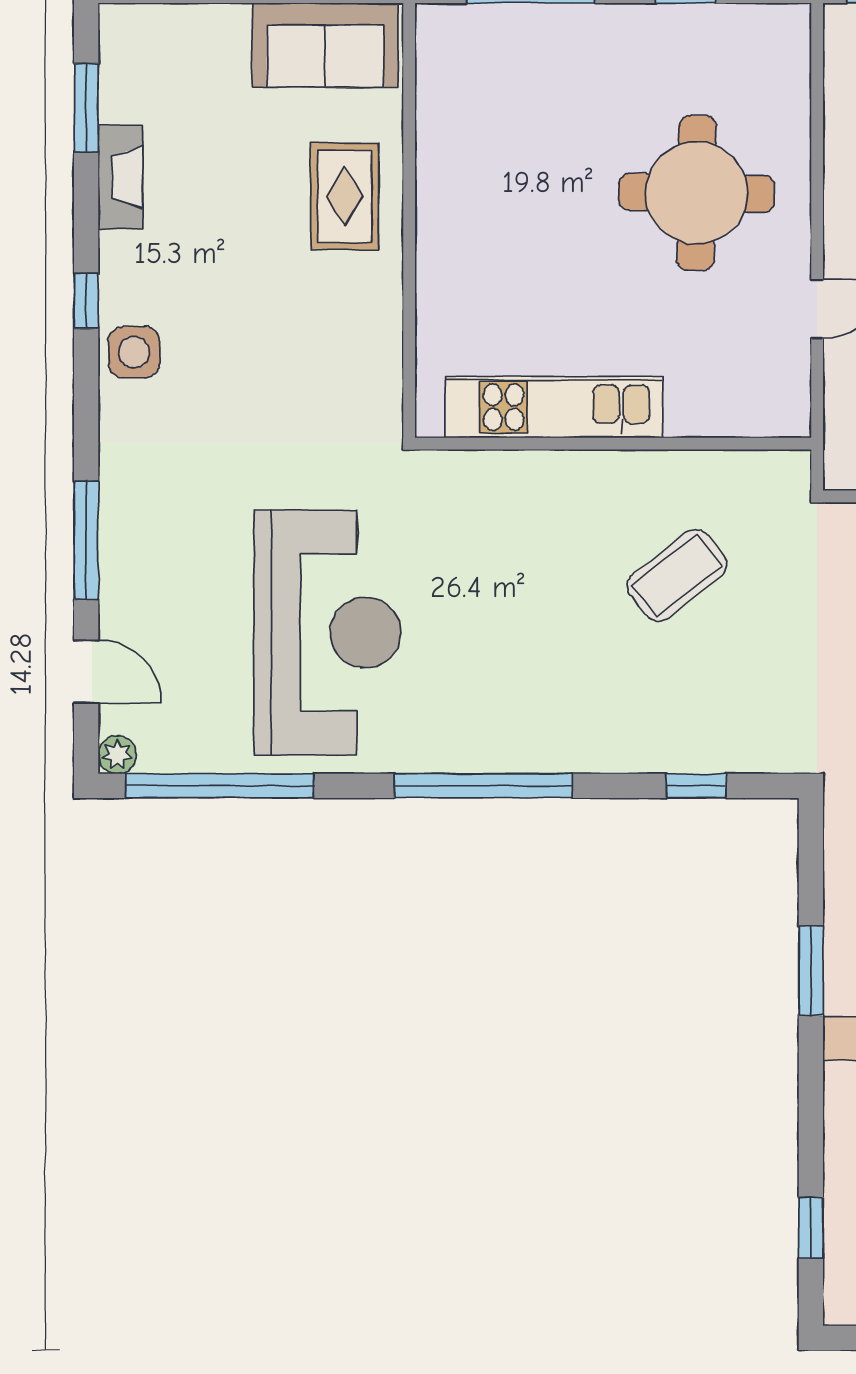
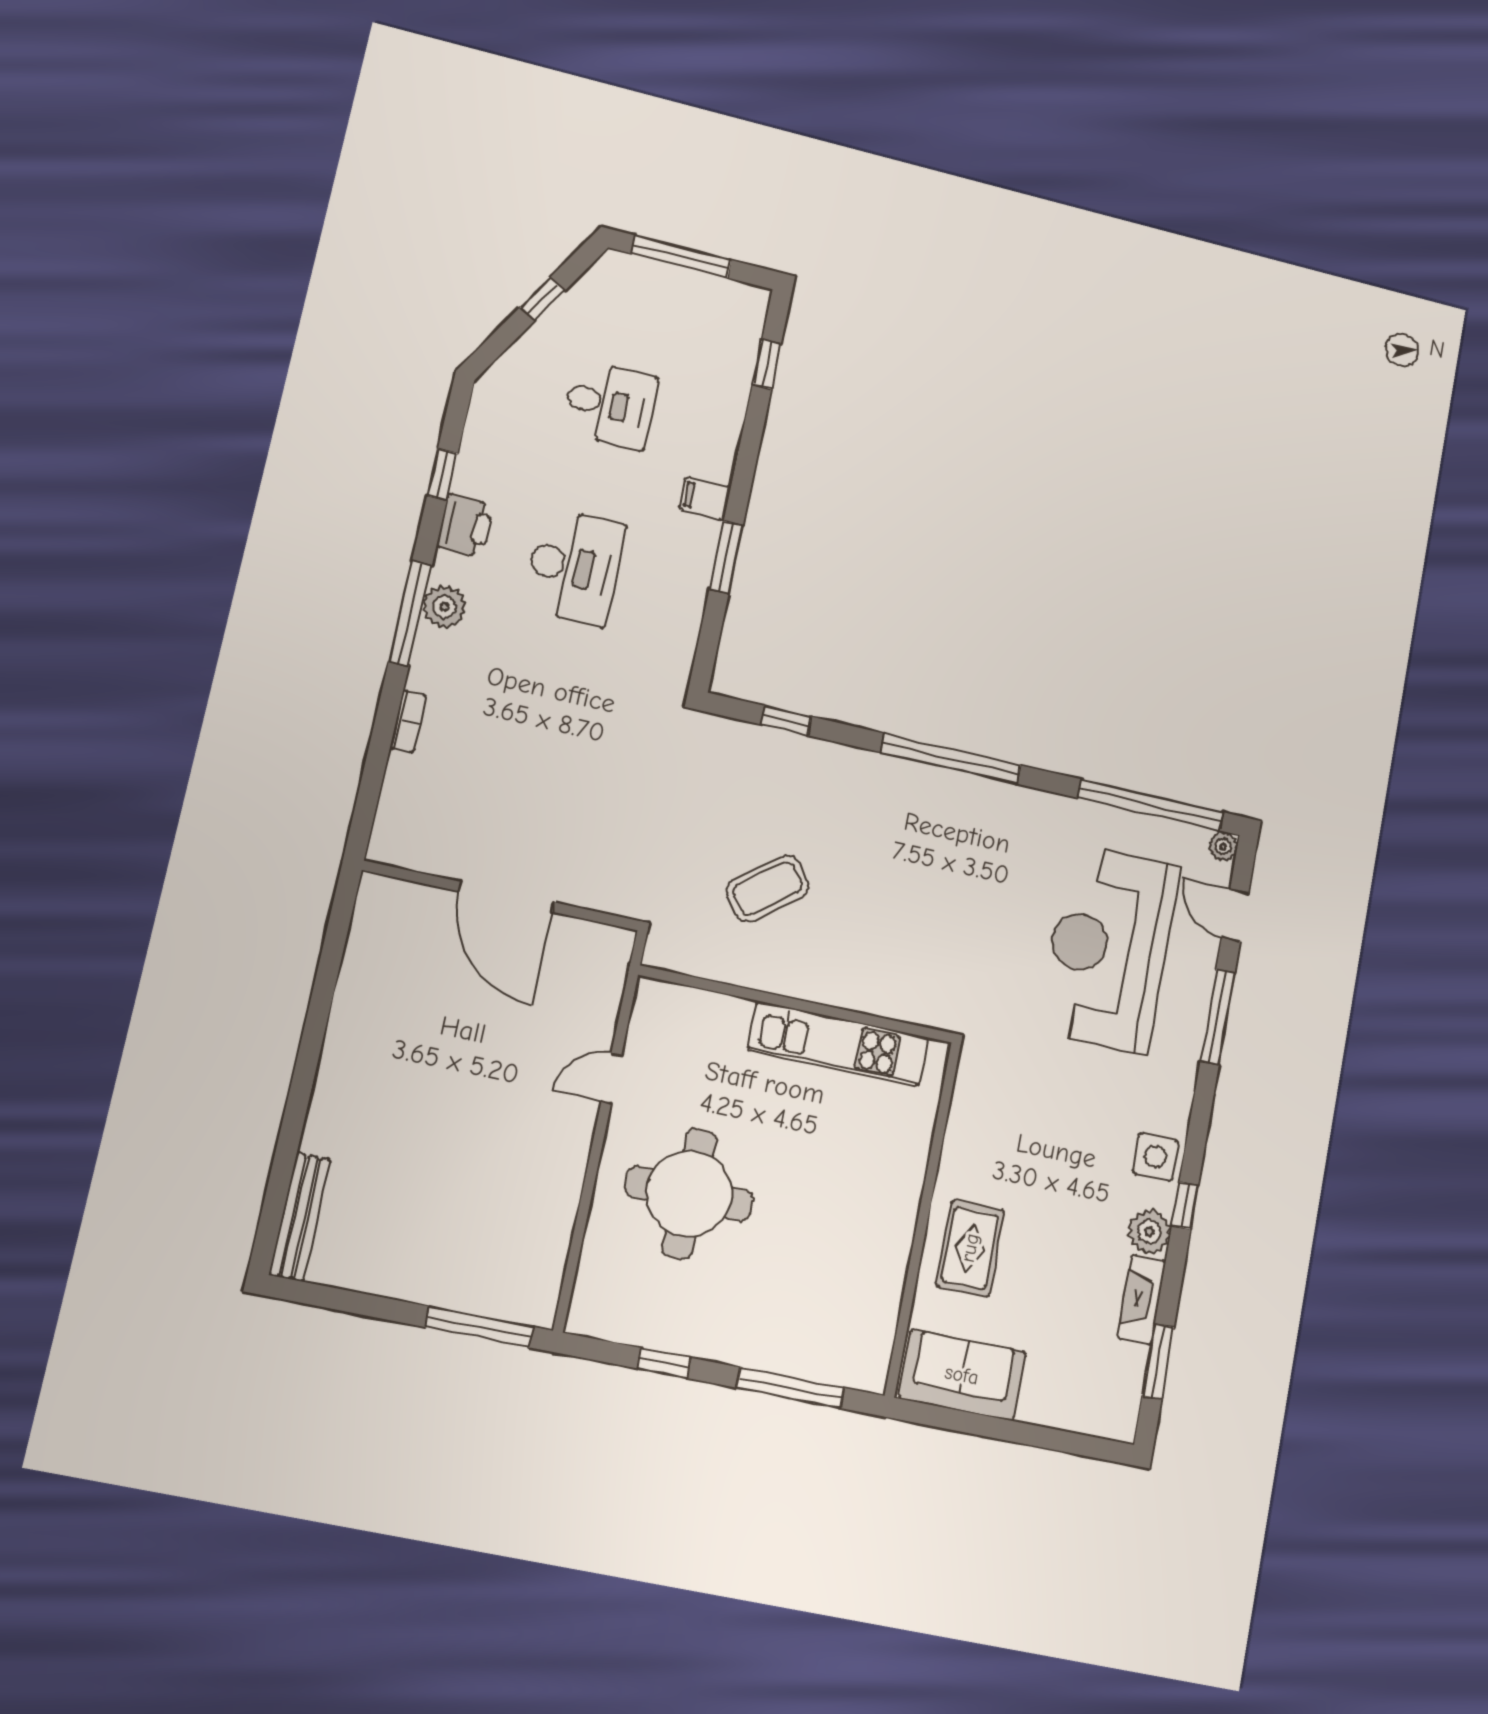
plant: (126, 260) -> (1149, 1232), added
reception desk: (327, 633) -> (1108, 948), moved

